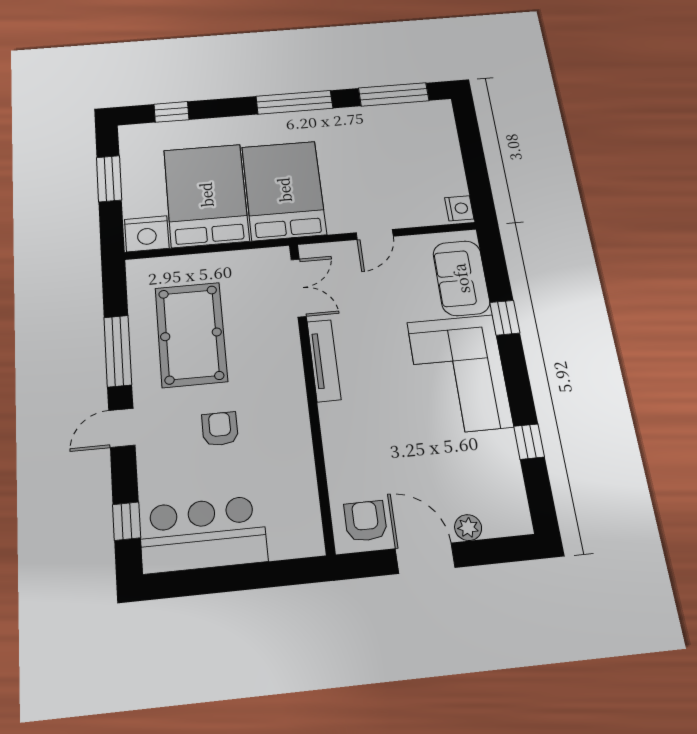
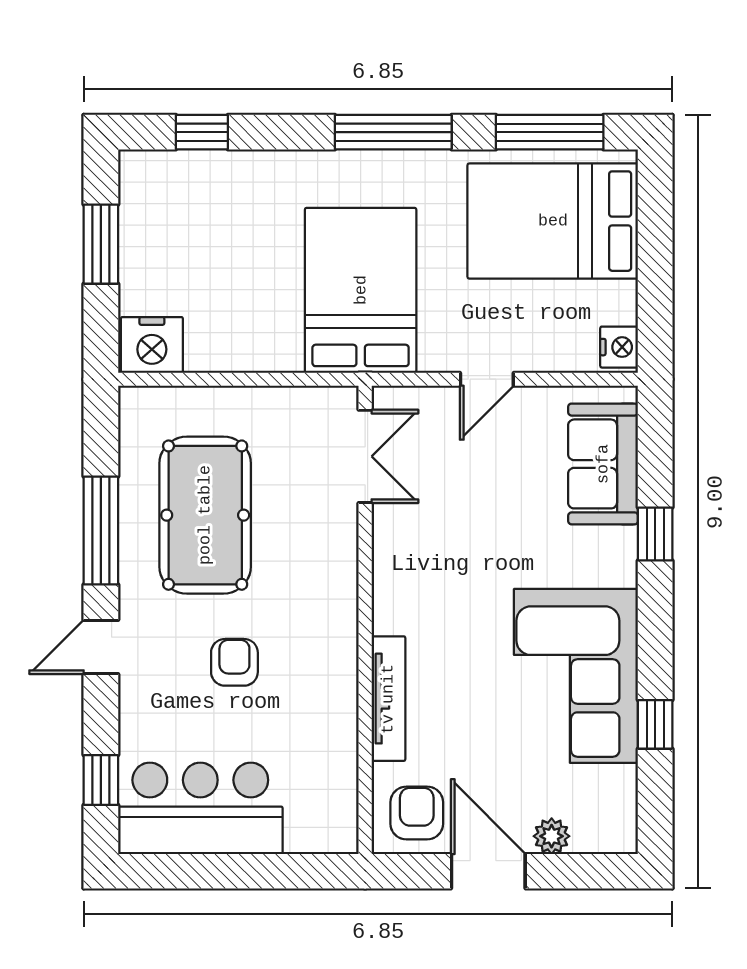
bed: (206, 195) -> (553, 221), moved, turned -90
tv unit: (324, 360) -> (388, 699), moved
corner sofa: (460, 374) -> (576, 676), moved

